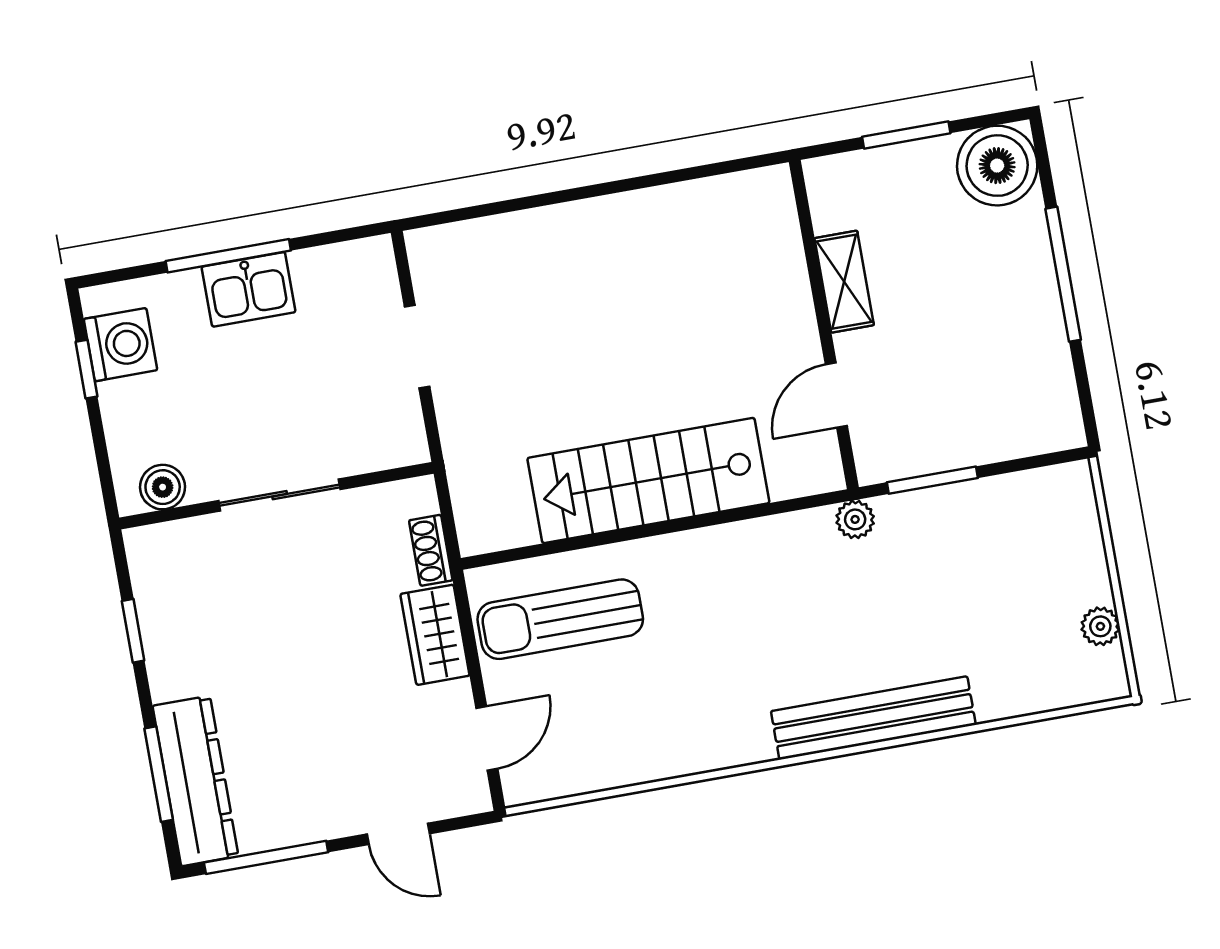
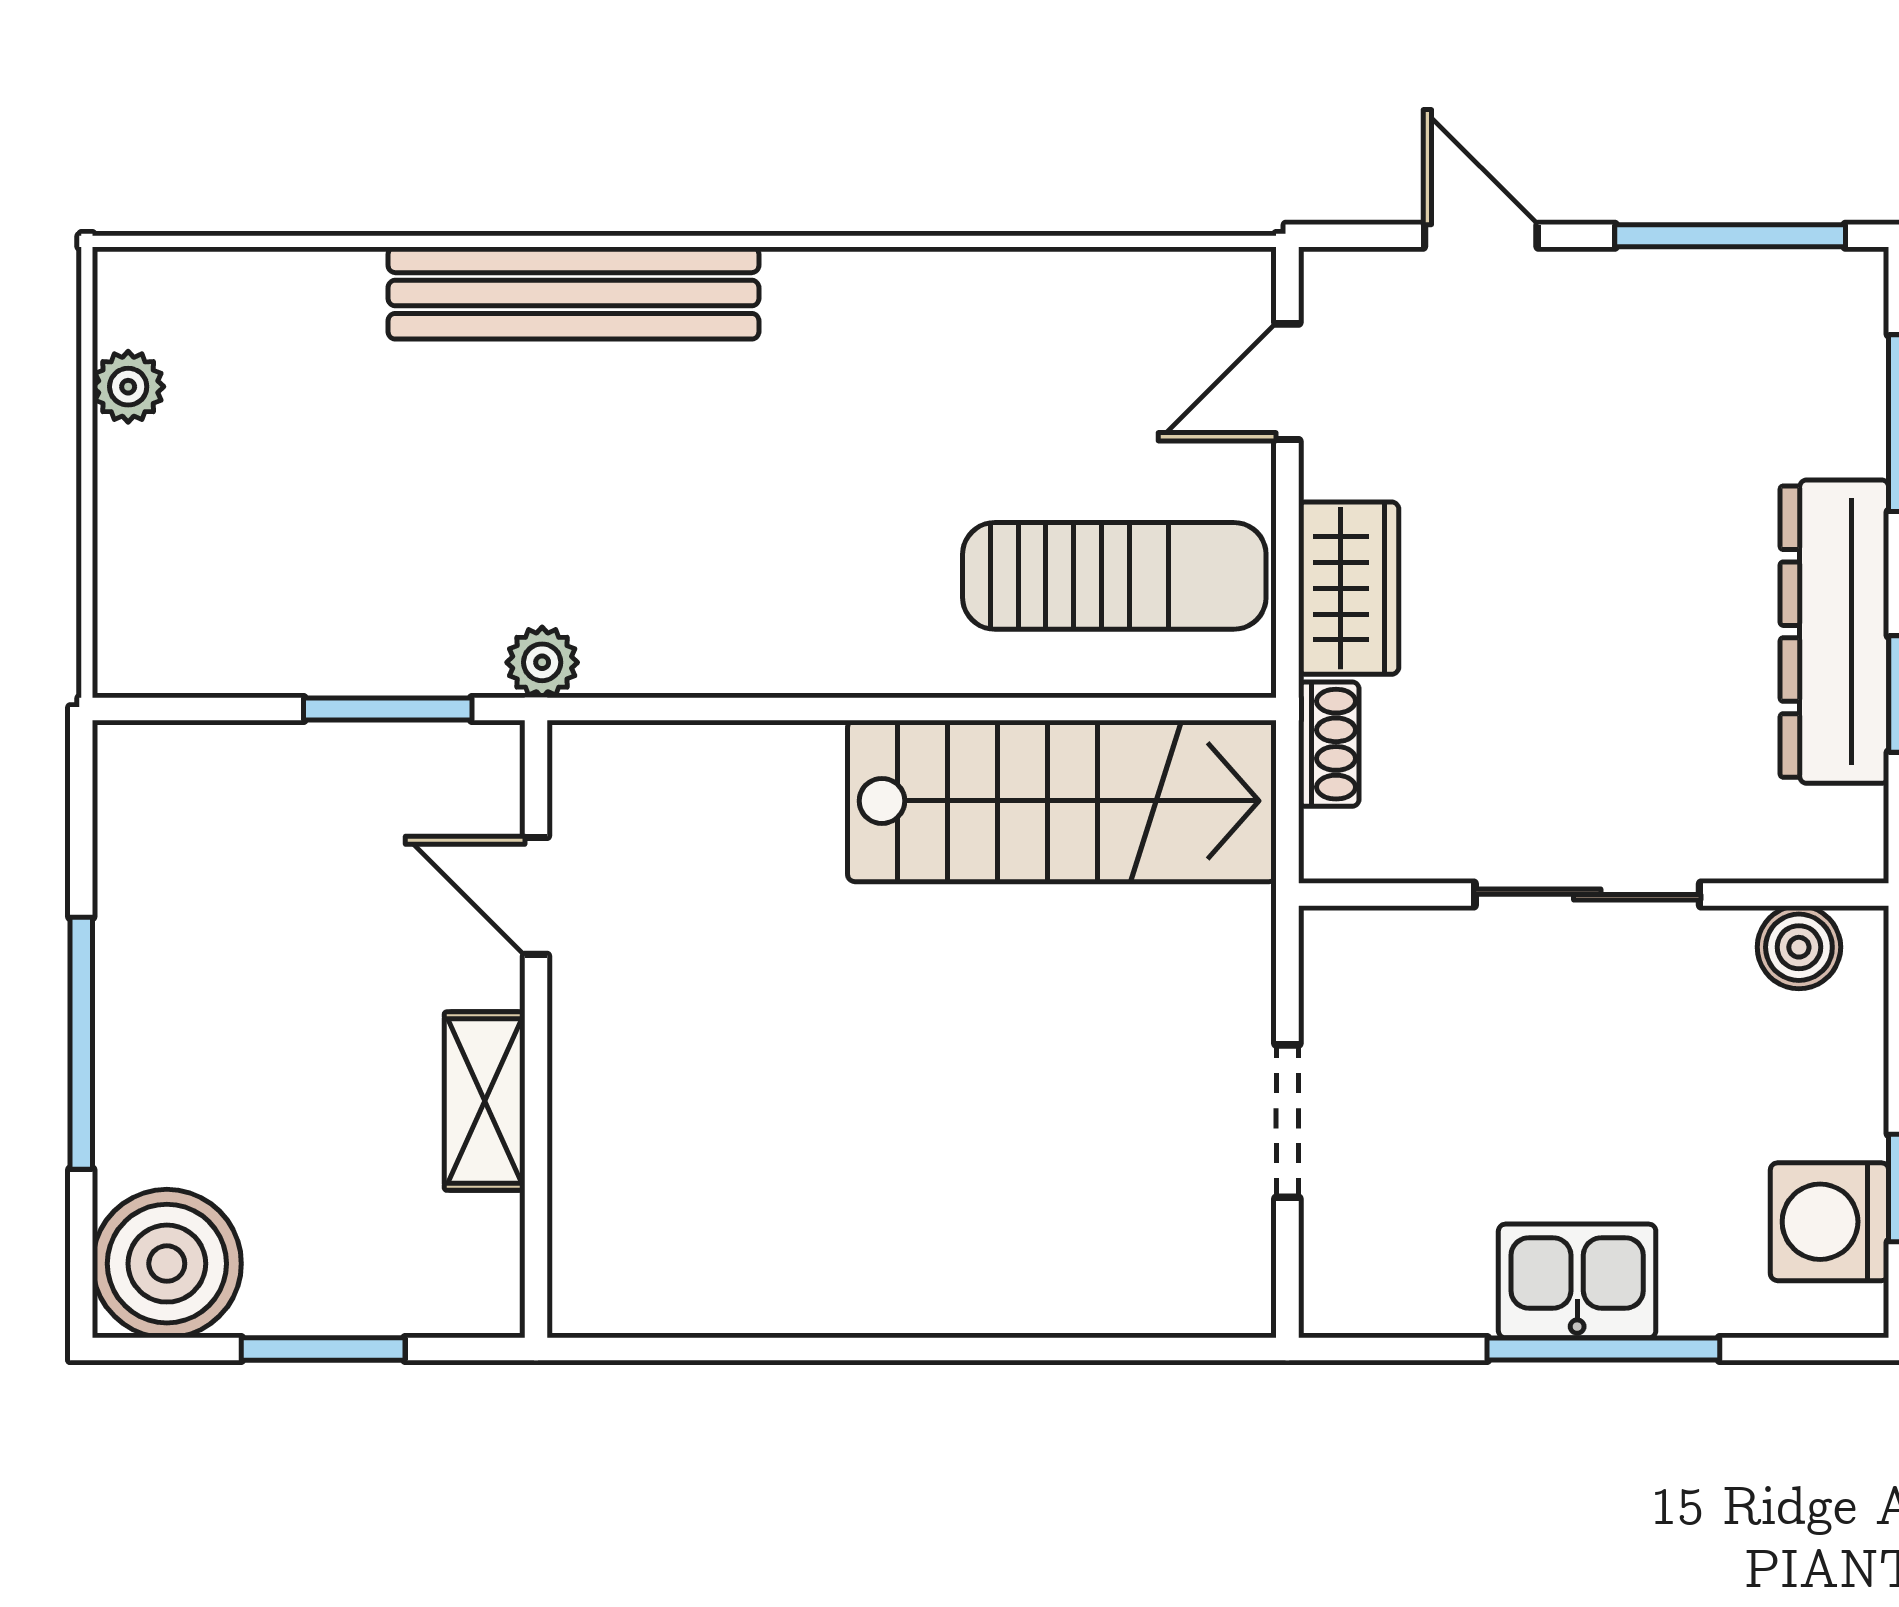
door: (836, 395) -> (536, 896), swing flipped
stairs: (648, 481) -> (1062, 801), moved
dresser: (196, 781) -> (1834, 632), moved

